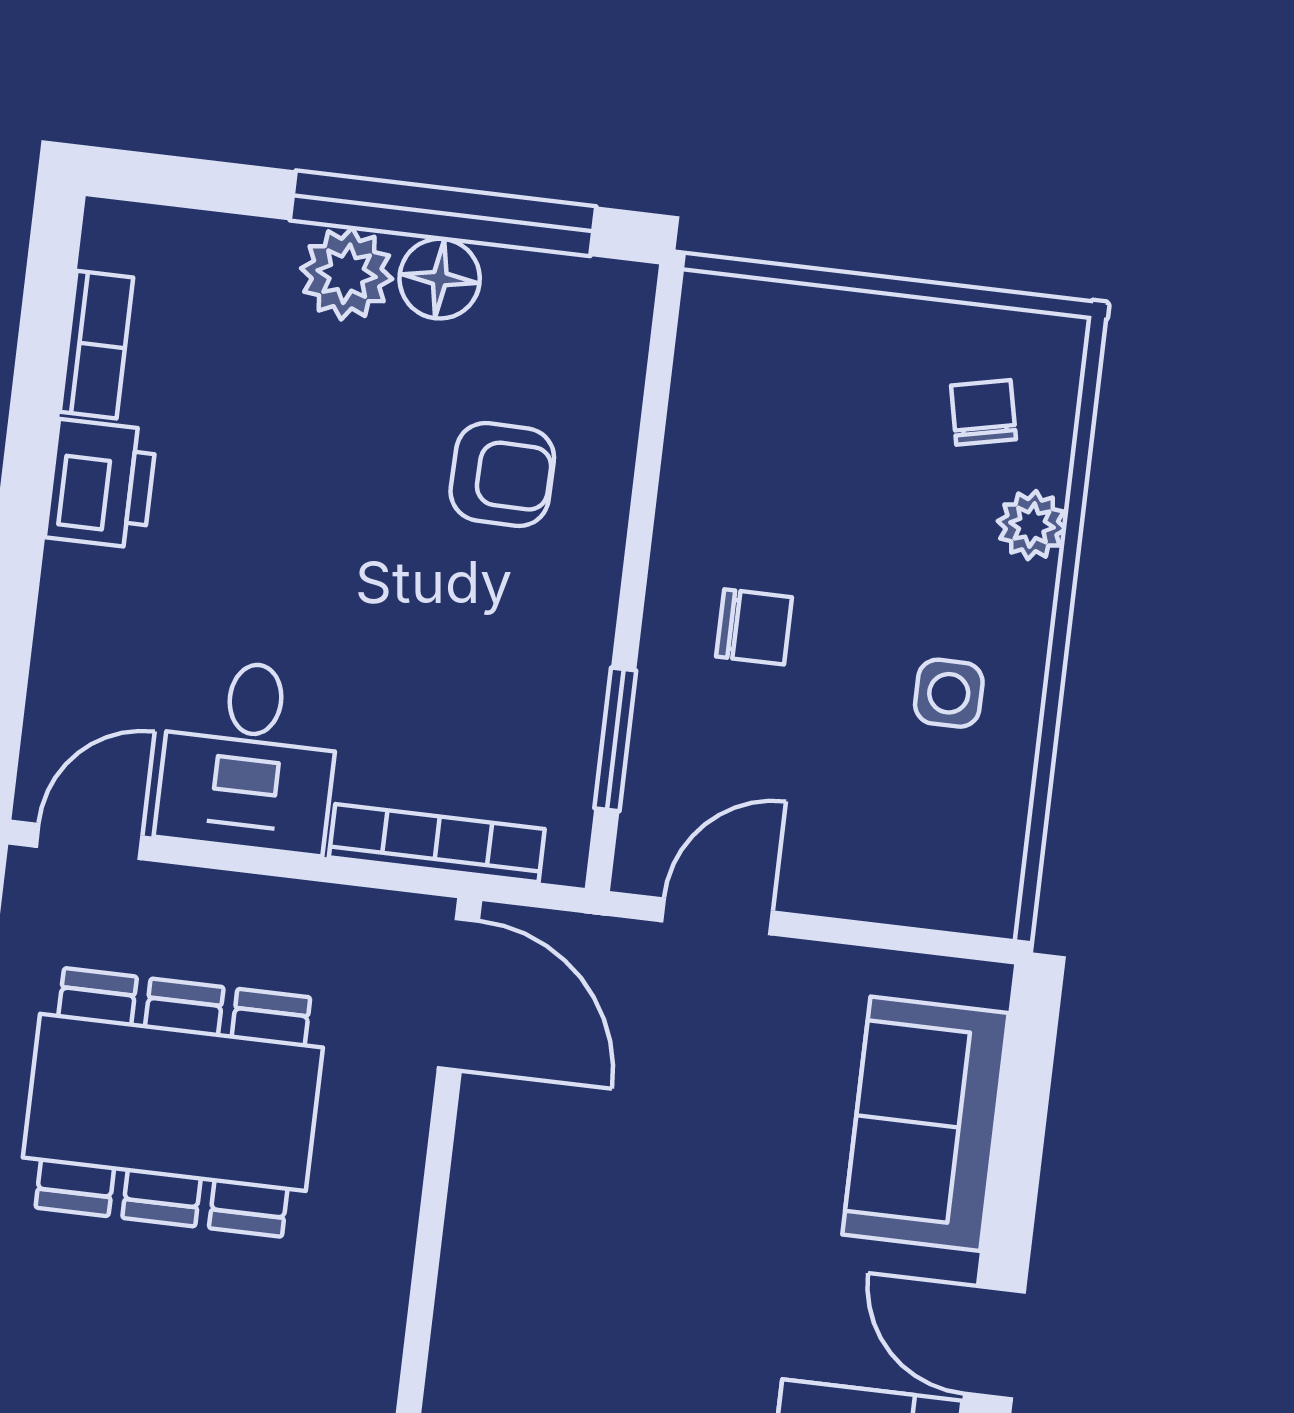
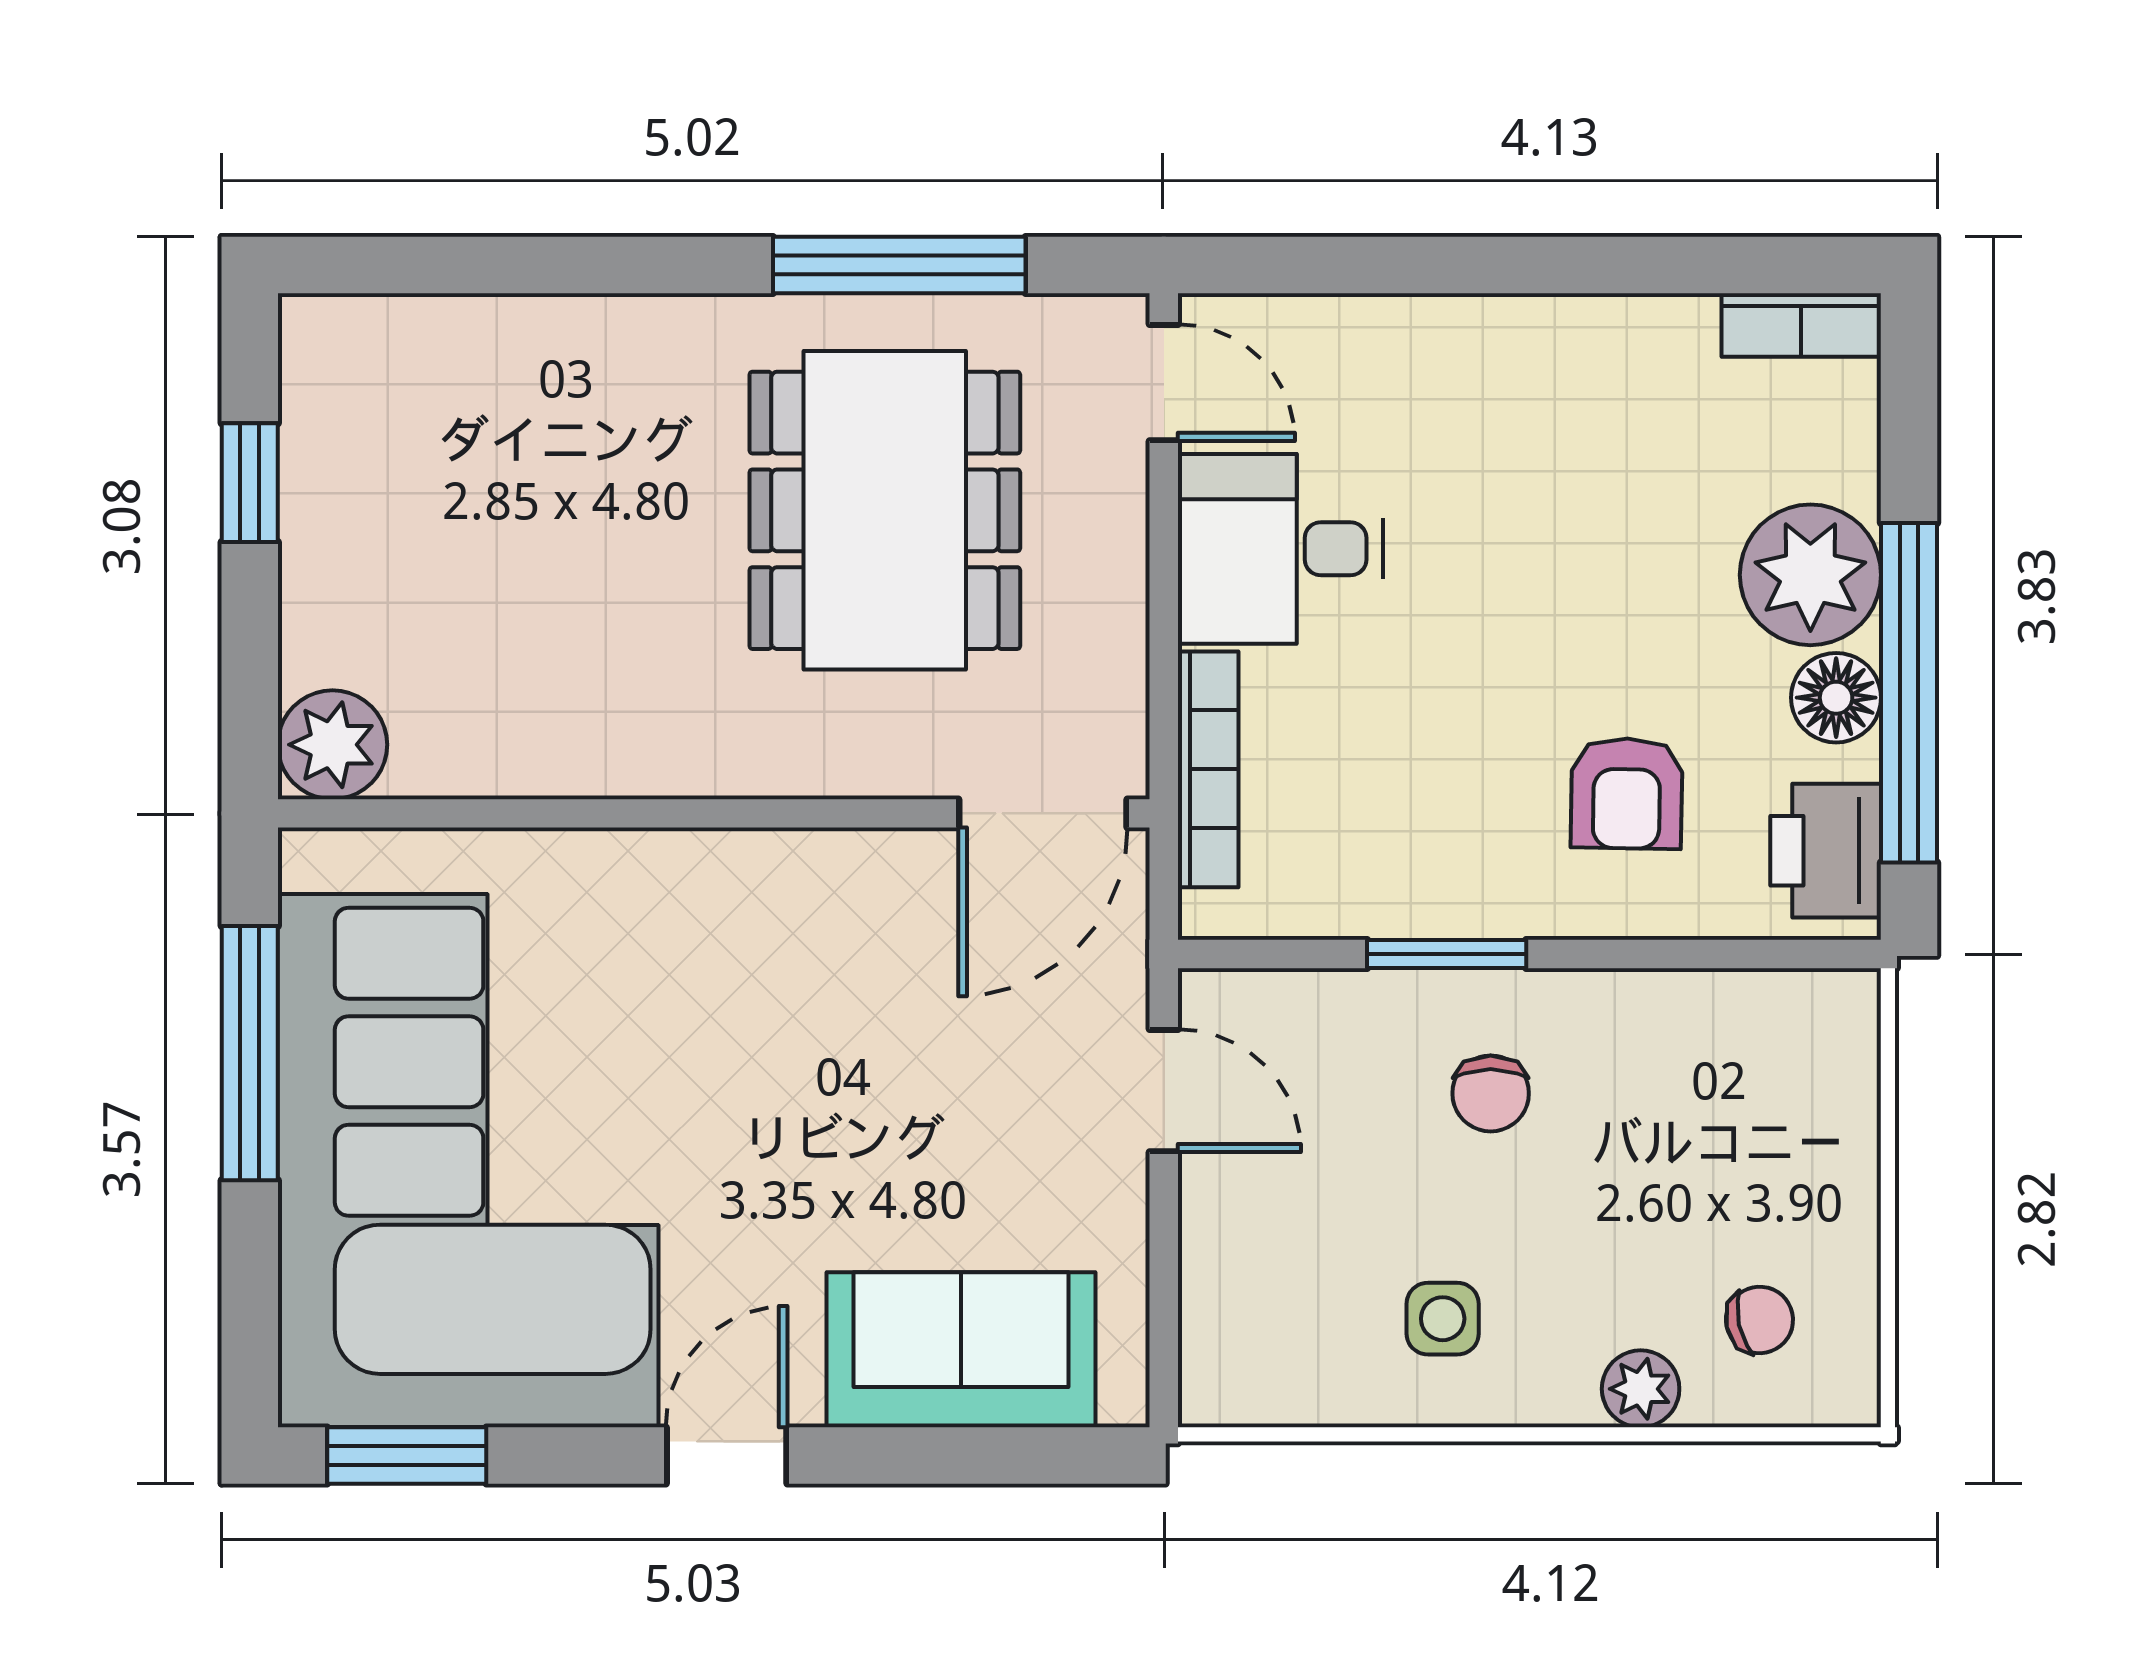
plant: (347, 274) -> (1810, 575), width x1.36, depth x1.36
bookcase: (97, 345) -> (1801, 325), moved
printer: (101, 484) -> (1826, 851), moved, turned 90
window: (615, 739) -> (1447, 954), moved

